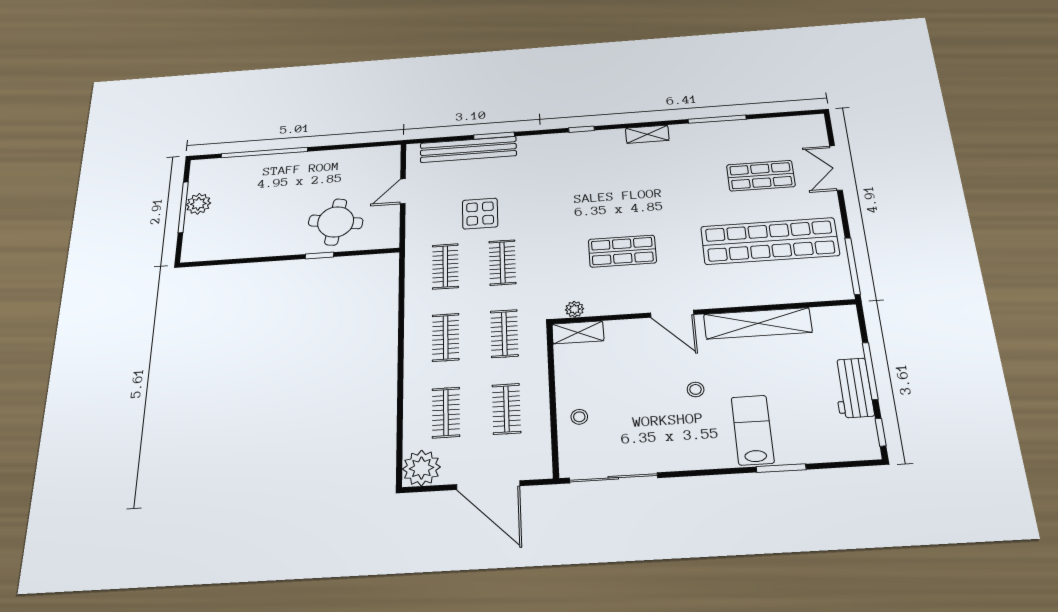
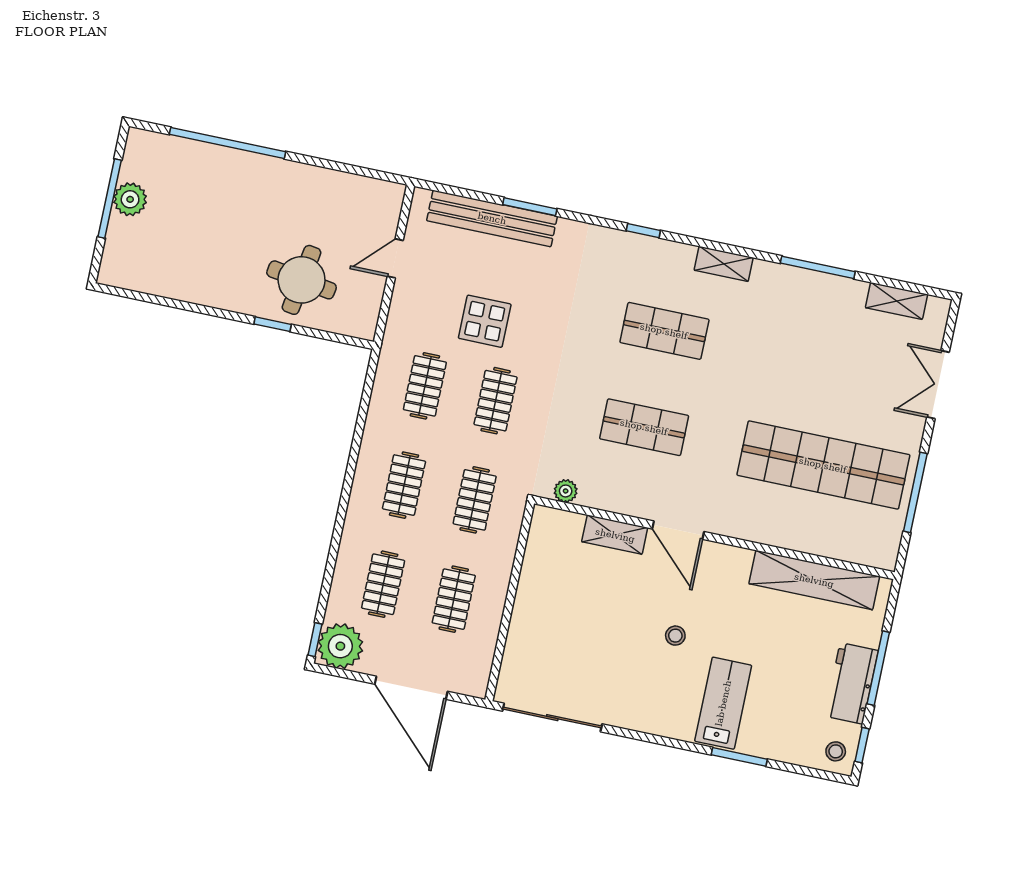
shelving: (783, 125) -> (896, 301), added
shop shelf: (761, 176) -> (664, 331), moved
window: (852, 266) -> (915, 492), moved
shelving: (758, 323) -> (814, 580), moved
shelving: (578, 332) -> (615, 535), moved
stool: (579, 417) -> (836, 751), moved
window: (399, 469) -> (315, 640), added

